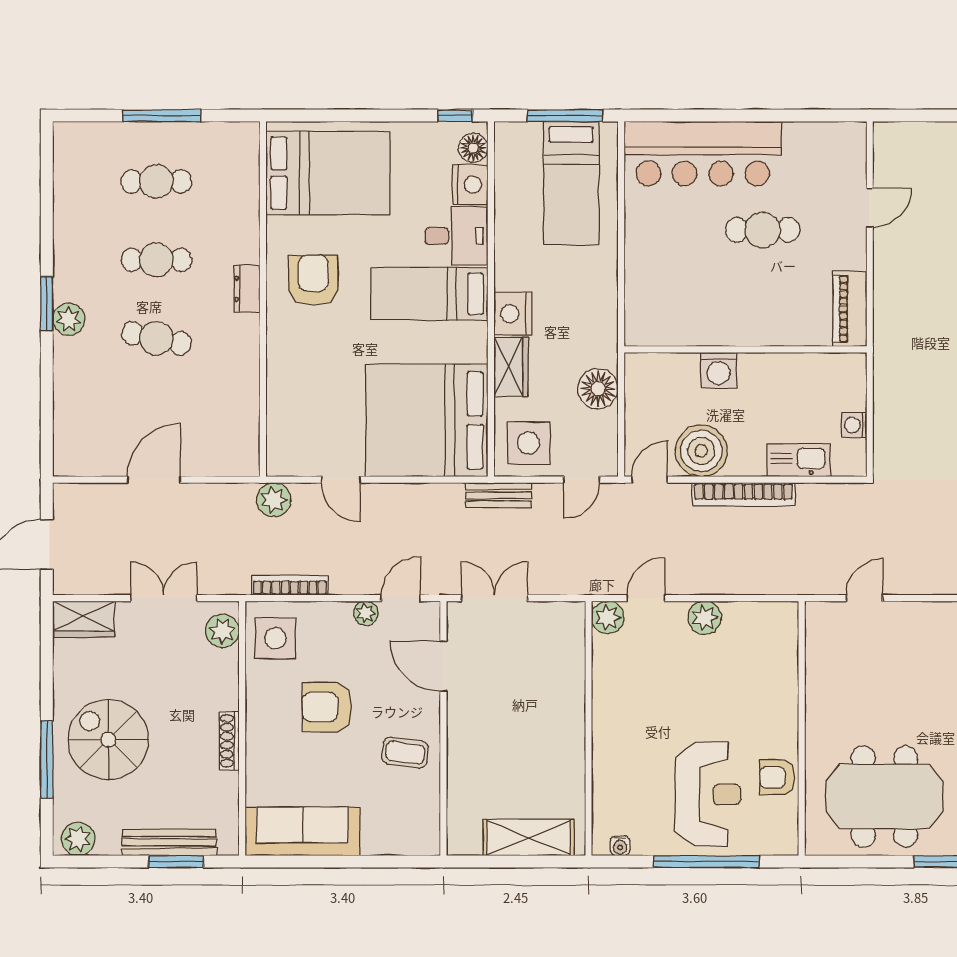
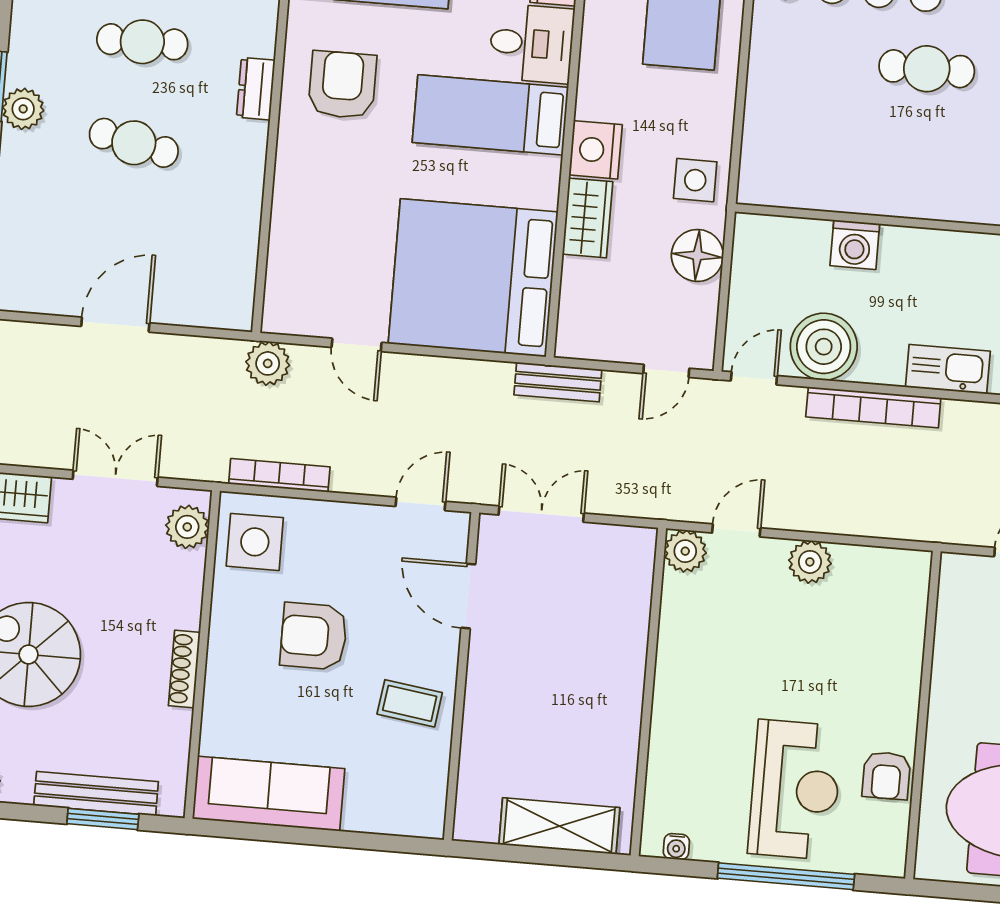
side table: (528, 443) -> (695, 180), moved, width x0.73, depth x0.73
plant: (366, 613) -> (374, 520), removed
armchair: (777, 777) -> (886, 776), turned -90

